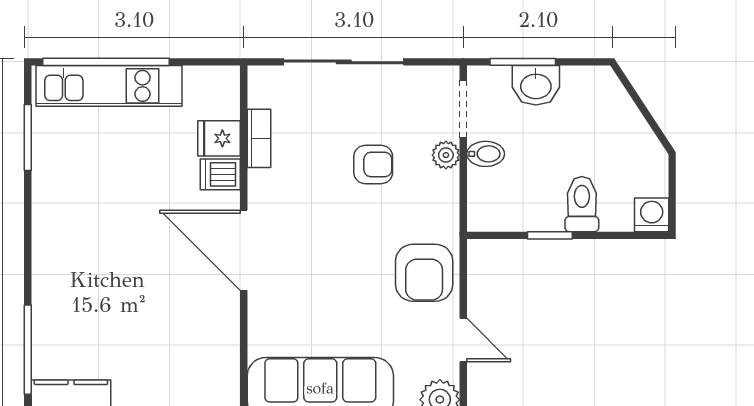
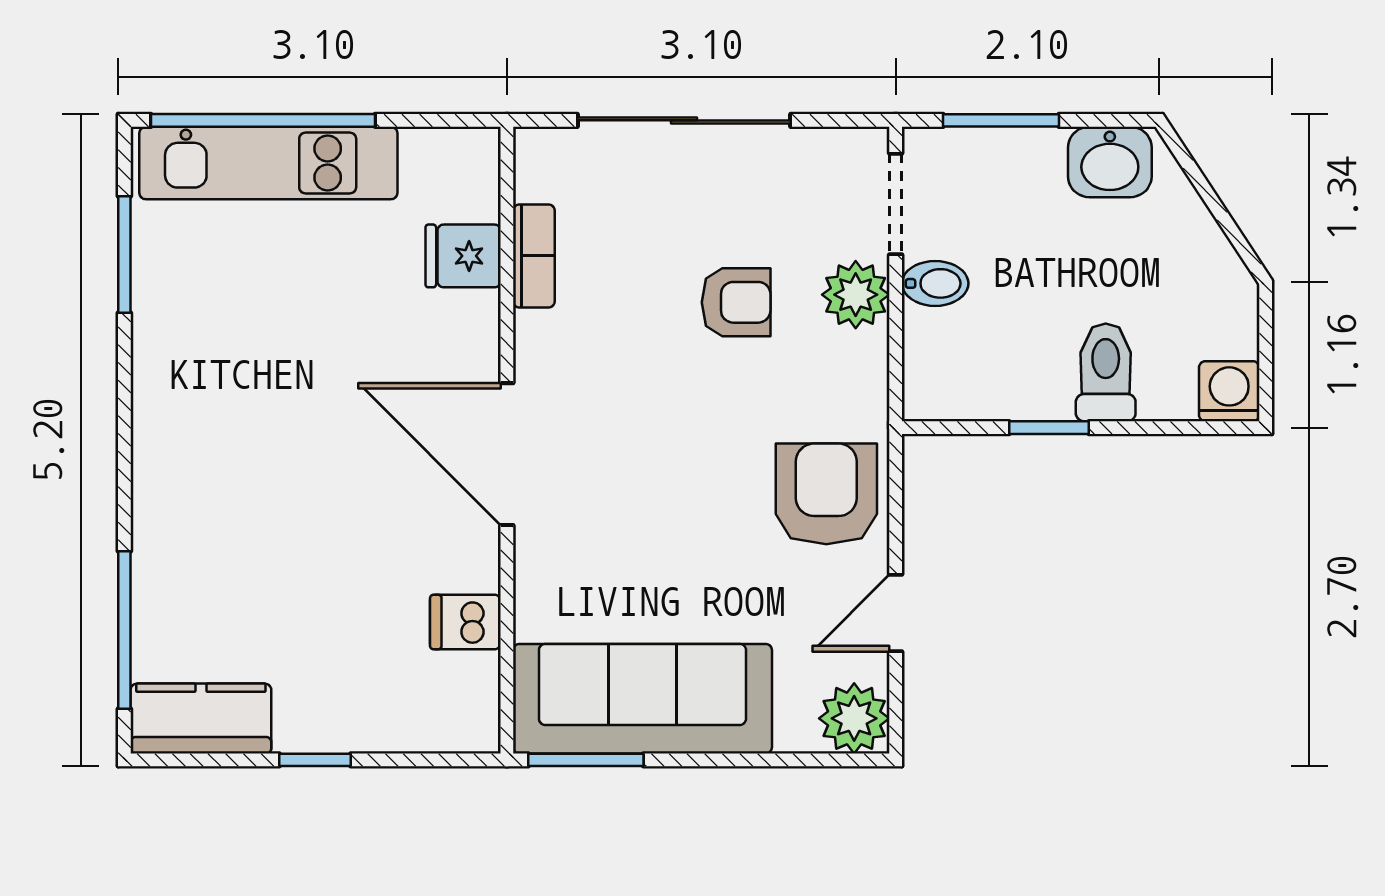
washbasin: (536, 85) -> (1110, 162), moved
plant: (446, 155) -> (856, 295), width x1.38, depth x1.38
dishwasher: (220, 174) -> (465, 622), moved
armchair: (424, 273) -> (826, 494), turned 180
door: (463, 340) -> (896, 613), swing flipped

